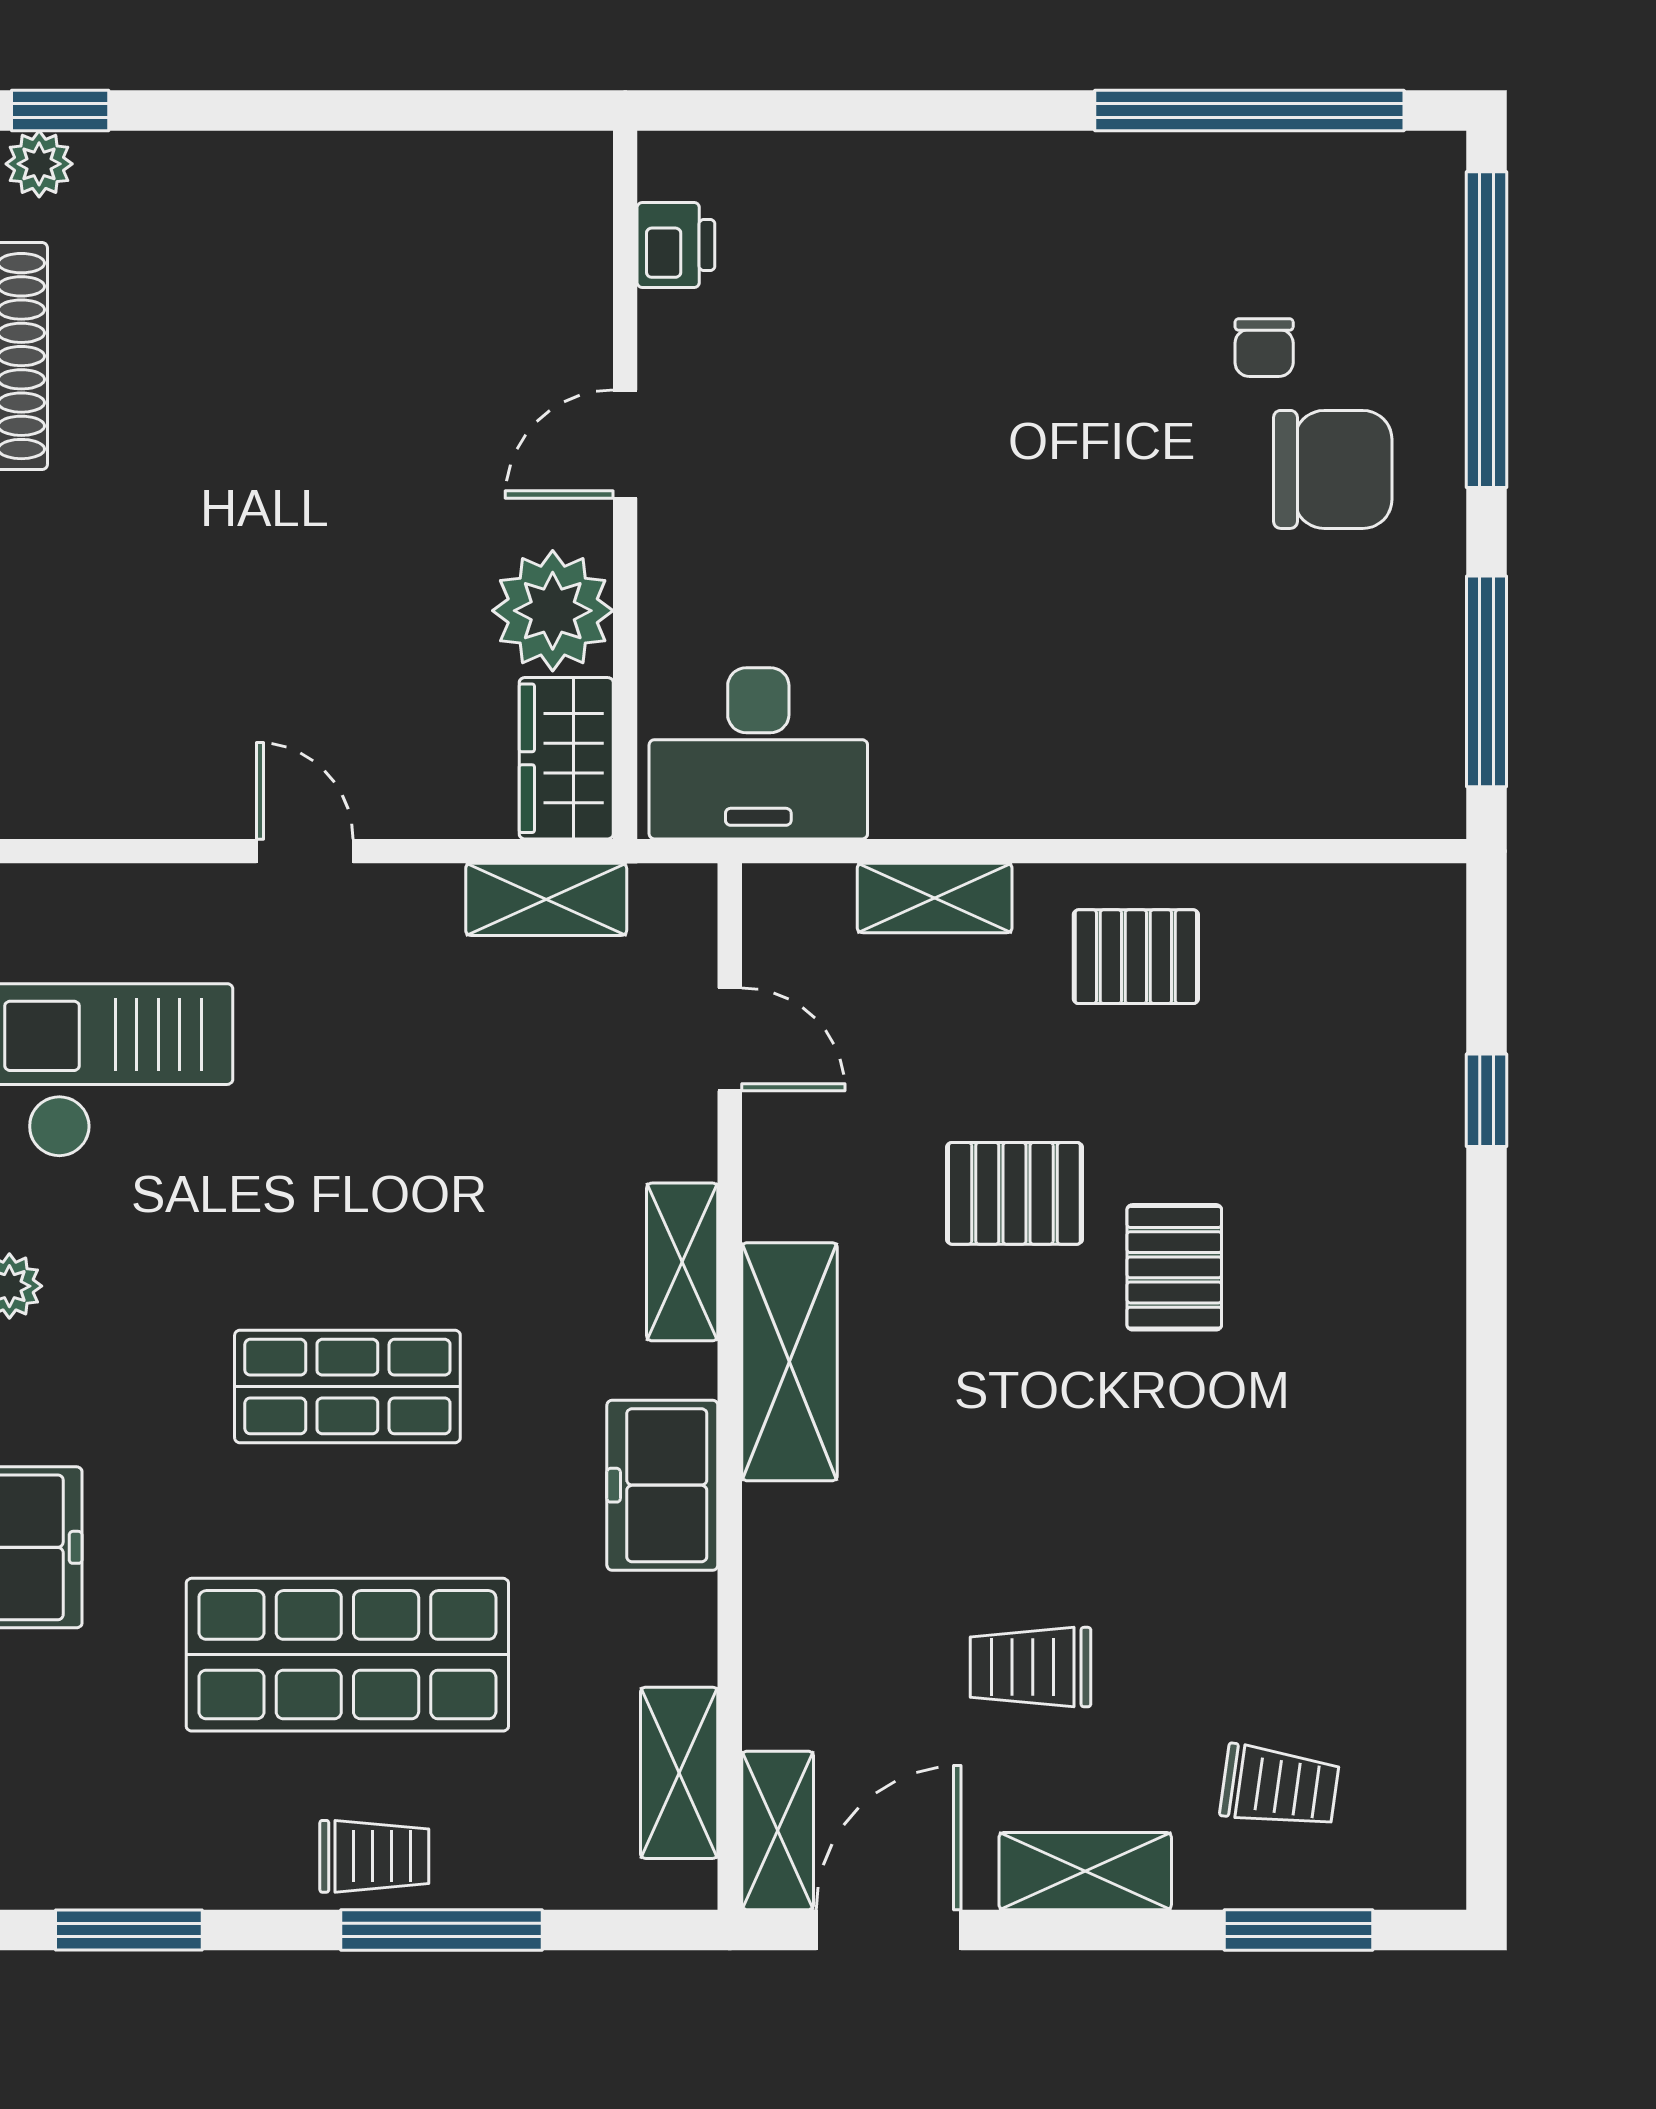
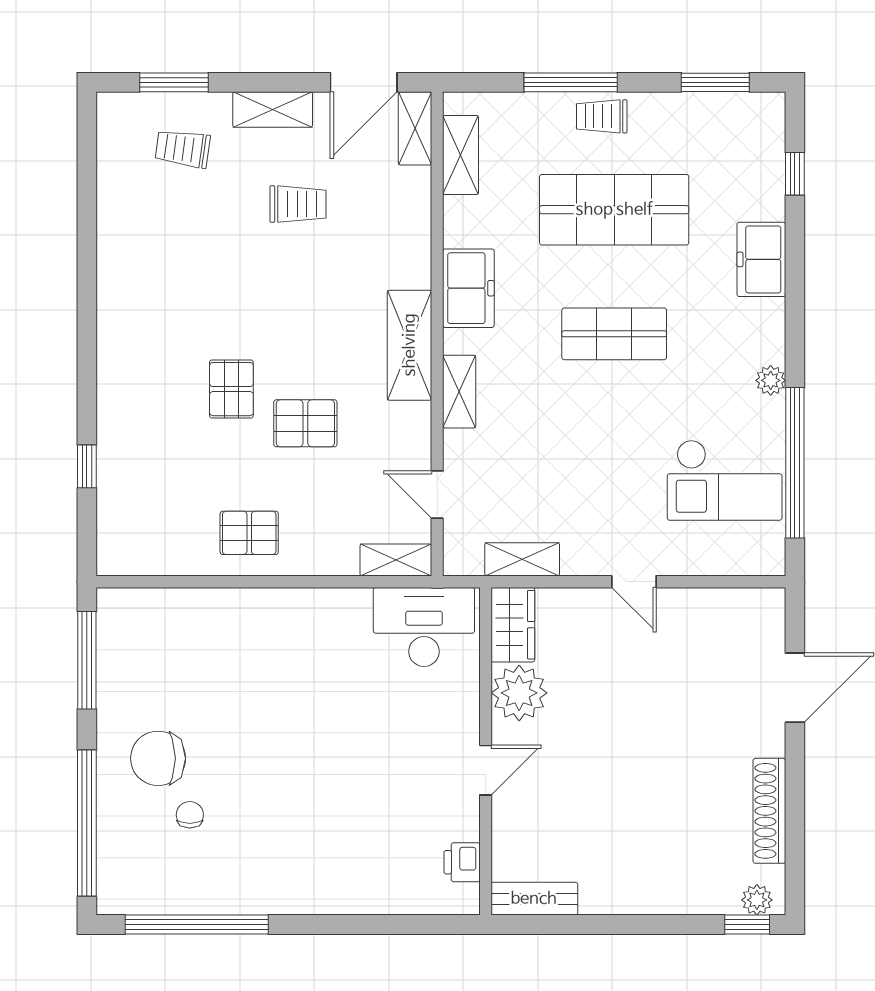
bench: (520, 166) -> (534, 899), added
shelving: (935, 898) -> (396, 560), moved

